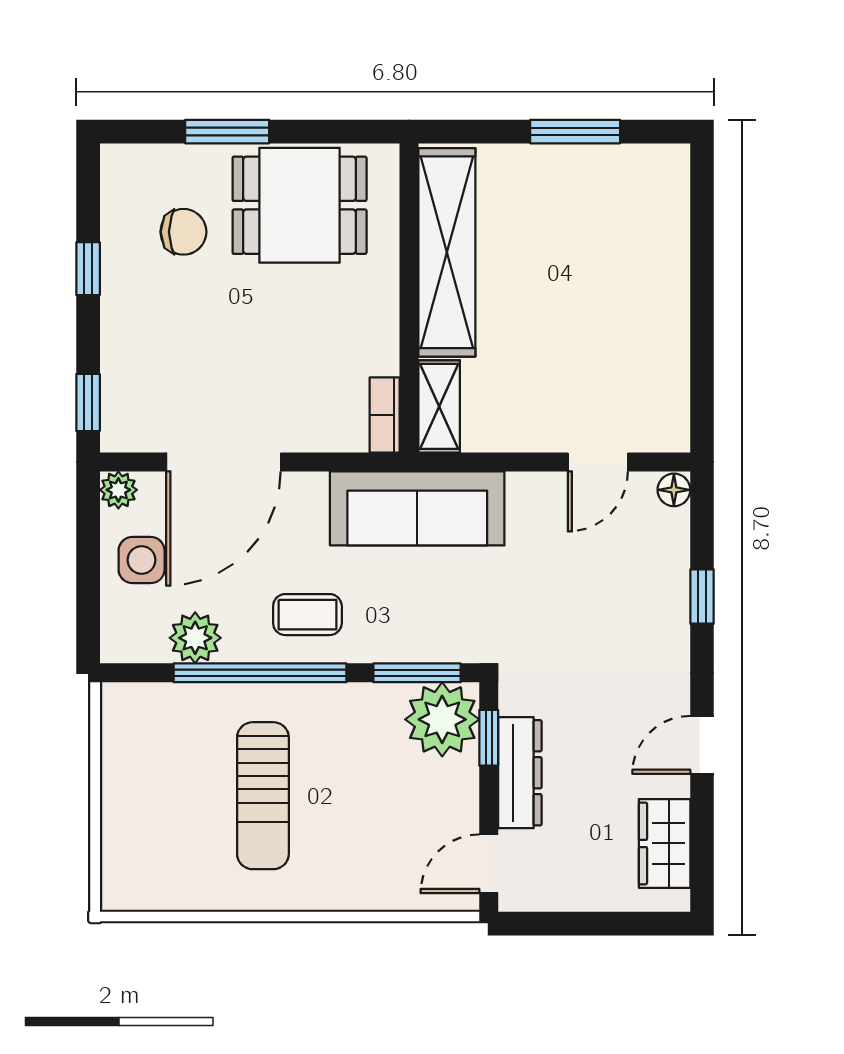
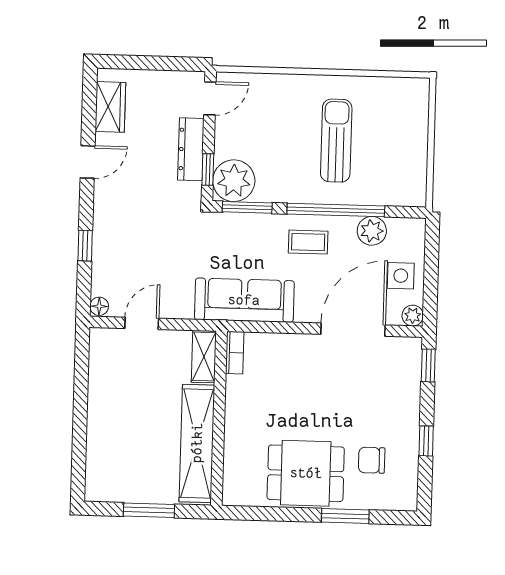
shelving: (447, 252) -> (197, 443), moved
wall: (409, 298) -> (219, 418), moved
shelving: (439, 406) -> (204, 357), moved
bookcase: (385, 415) -> (235, 353), moved

